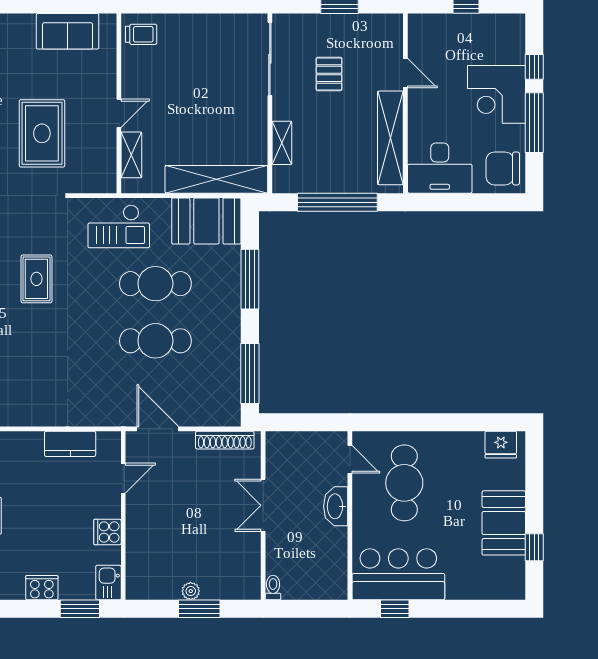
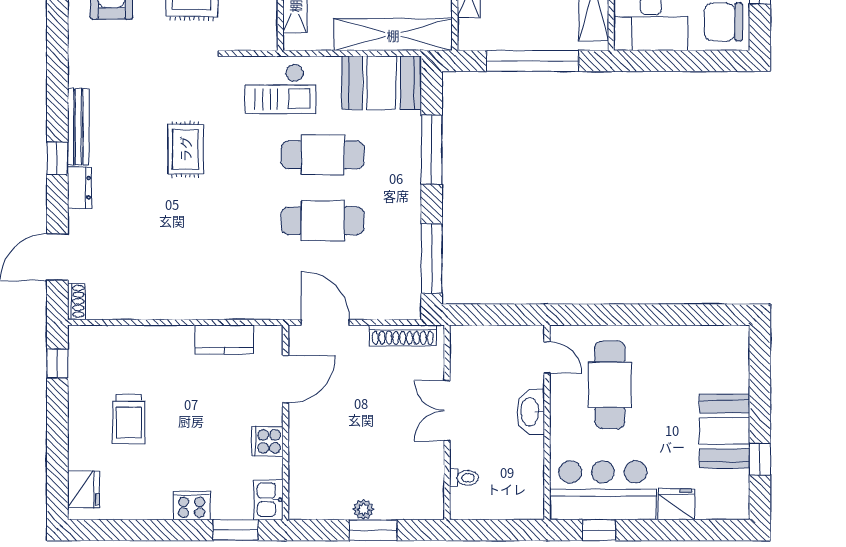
fridge: (501, 445) -> (676, 504), moved, turned 180
door: (123, 478) -> (286, 379), width x1.38
toilet: (273, 588) -> (464, 478), moved, turned 90

